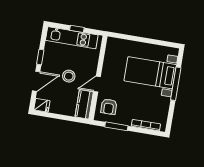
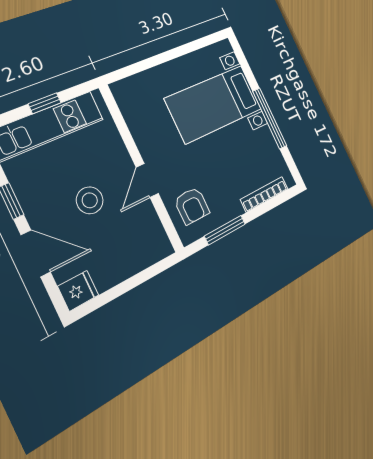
door: (36, 81) -> (36, 254), hinge flipped
window: (176, 84) -> (270, 118), moved
kitchen counter: (84, 104) -> (151, 232), removed

